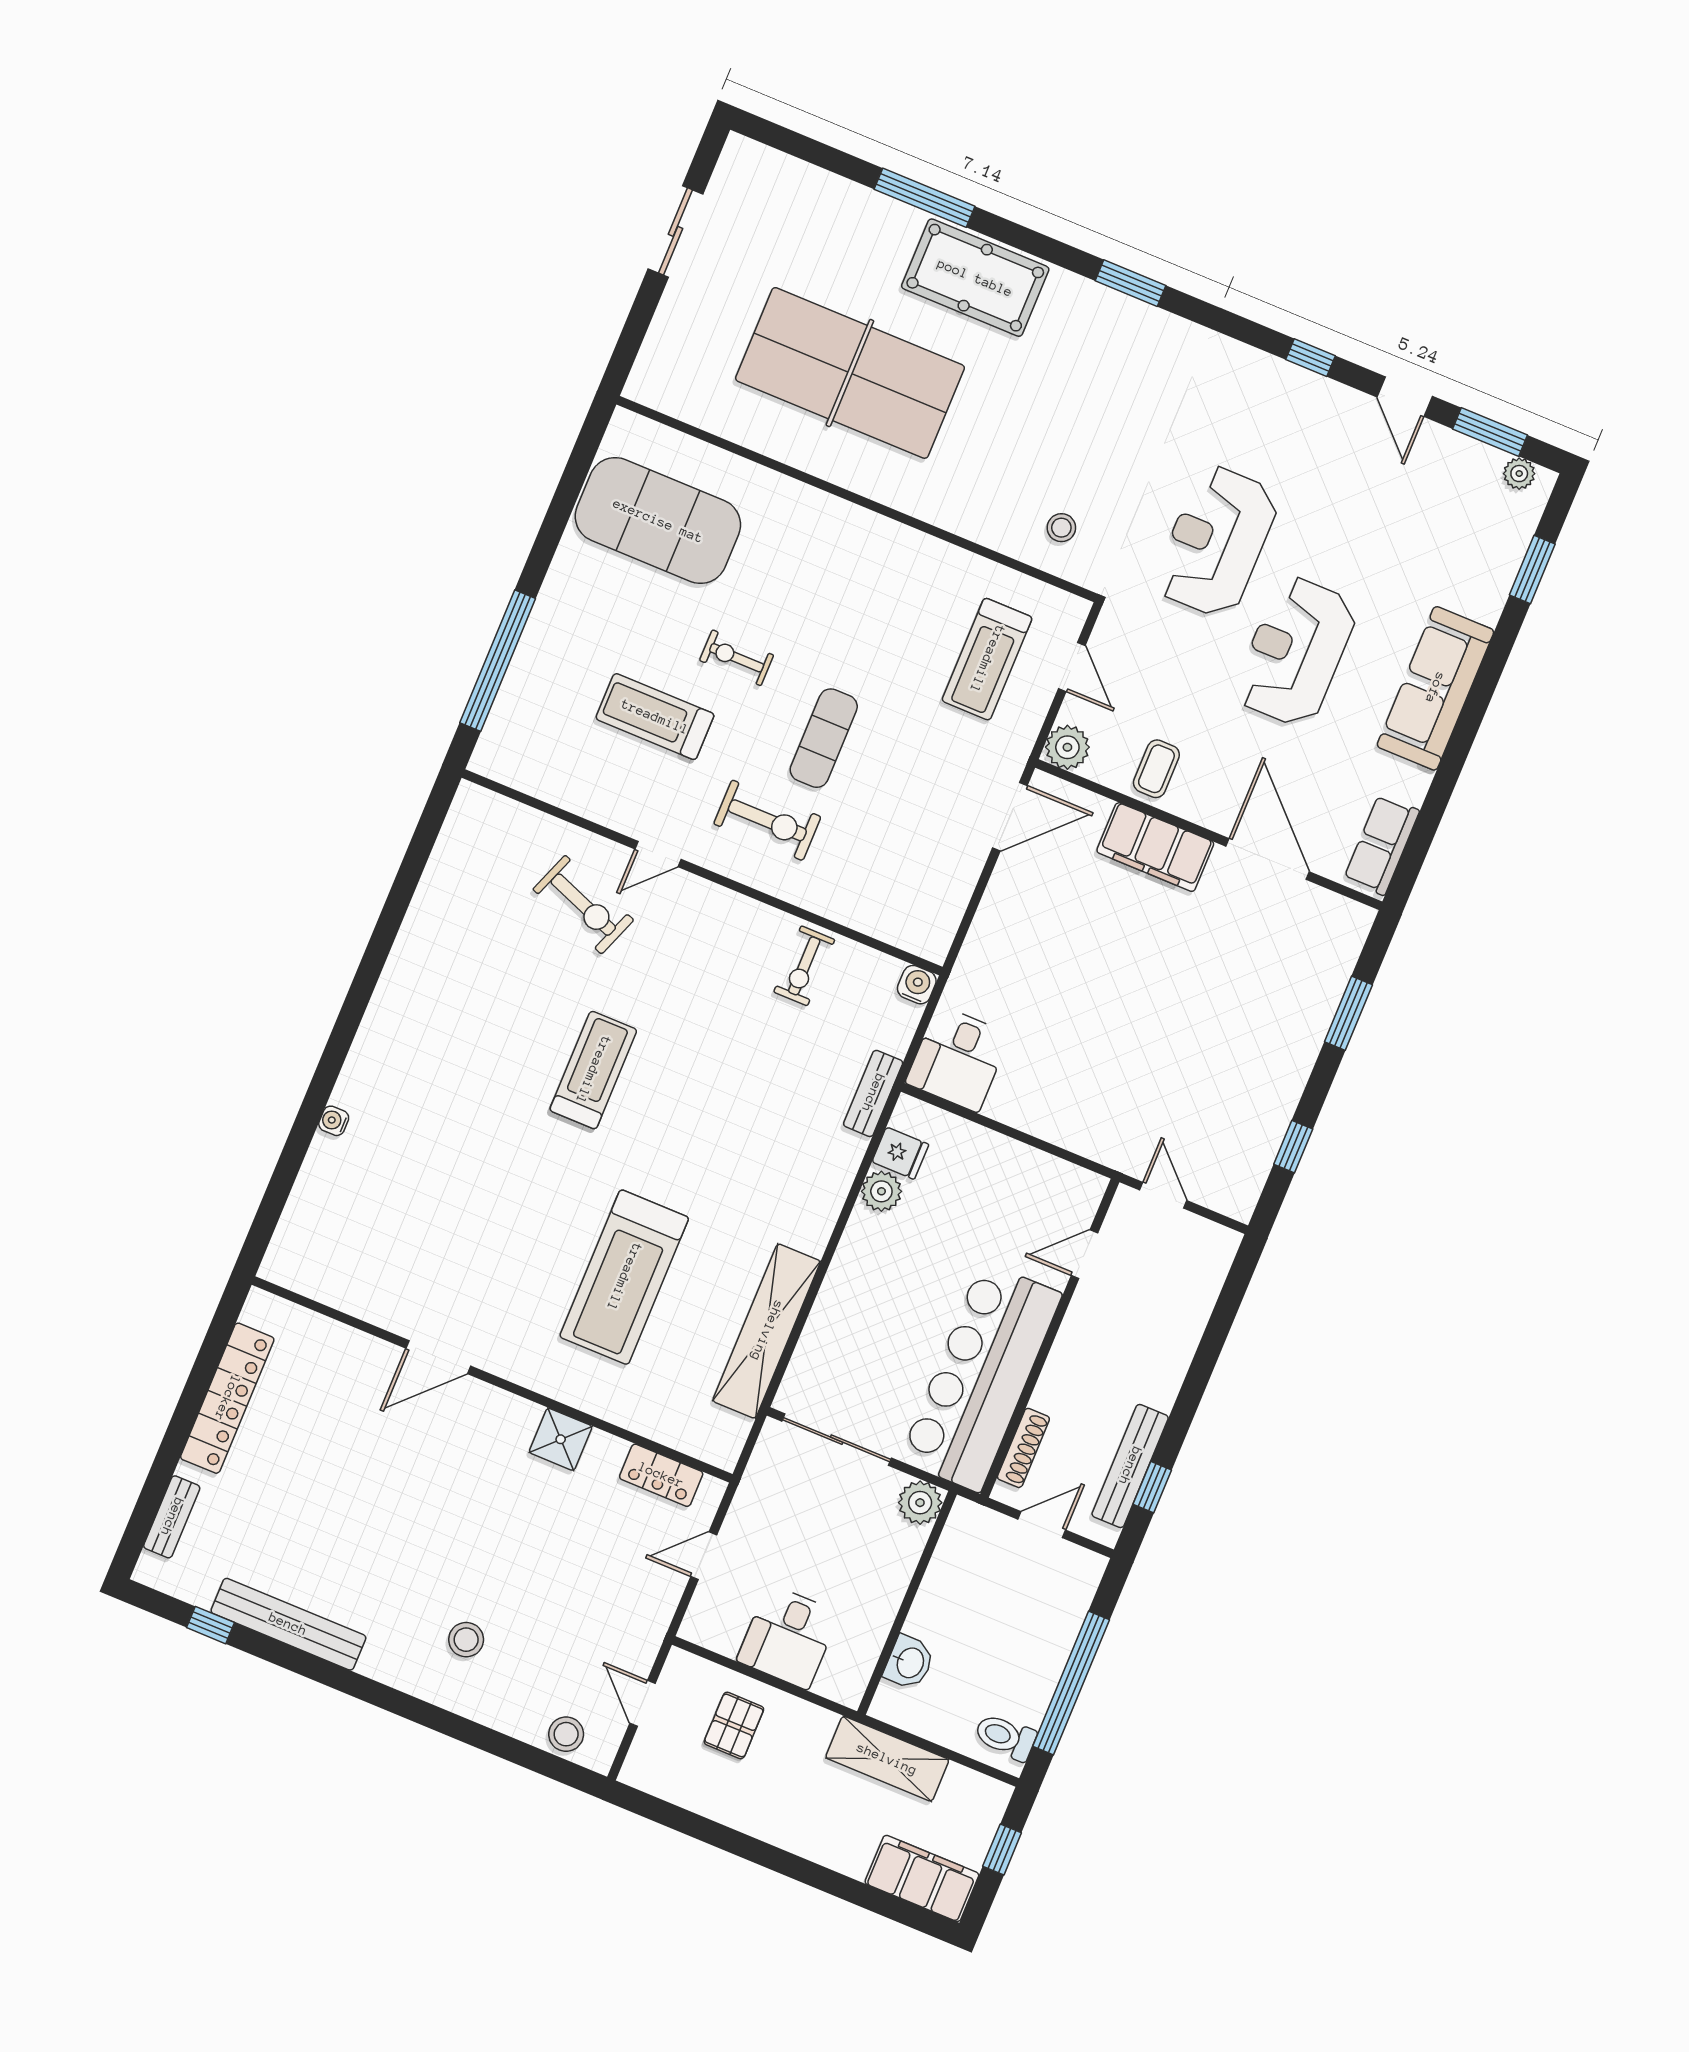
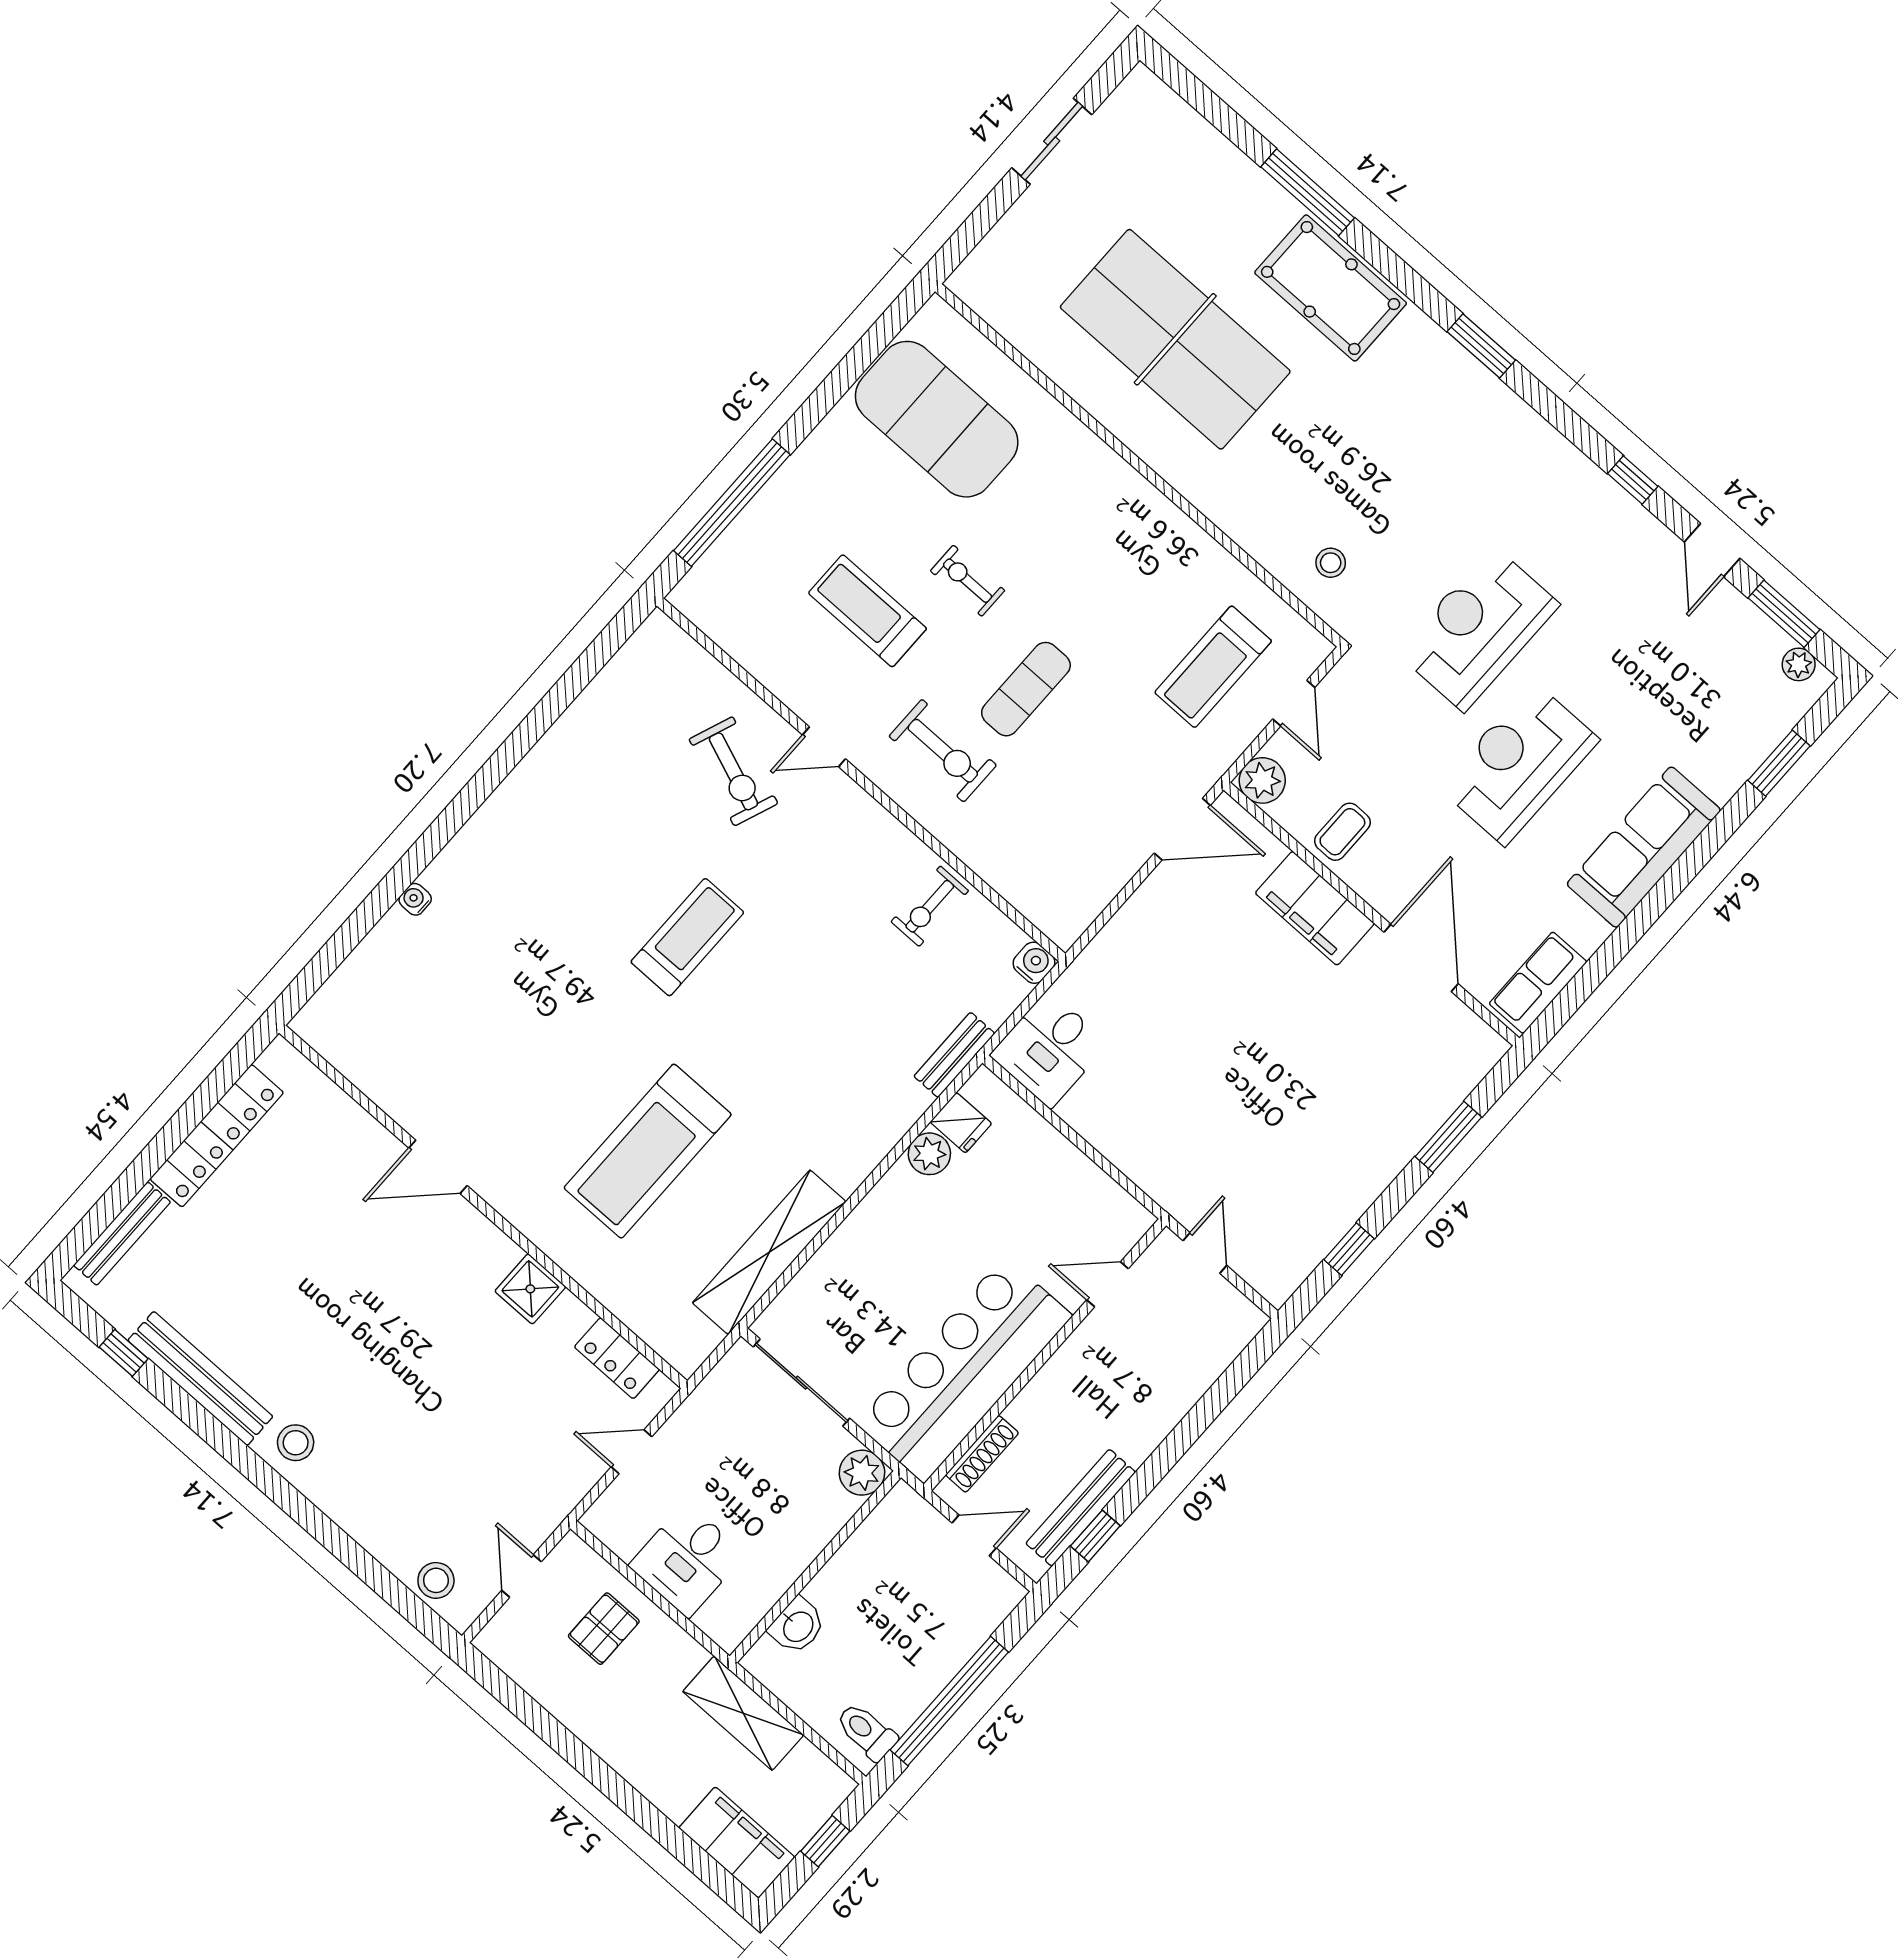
bench: (172, 1517) -> (122, 1234), width x1.36
stool: (466, 1640) -> (296, 1443), moved

